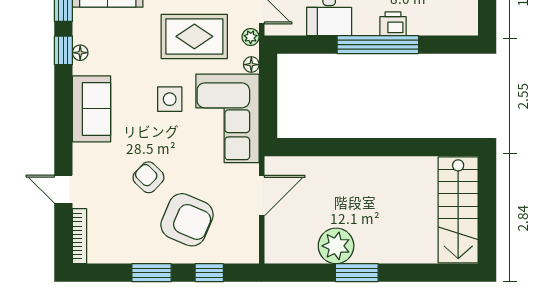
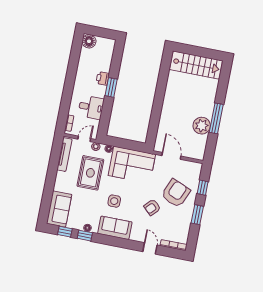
window: (378, 45) -> (111, 87), width x0.47
side table: (170, 99) -> (114, 201), moved
door: (63, 189) -> (150, 248), swing flipped
window: (357, 273) -> (216, 118), width x1.44

